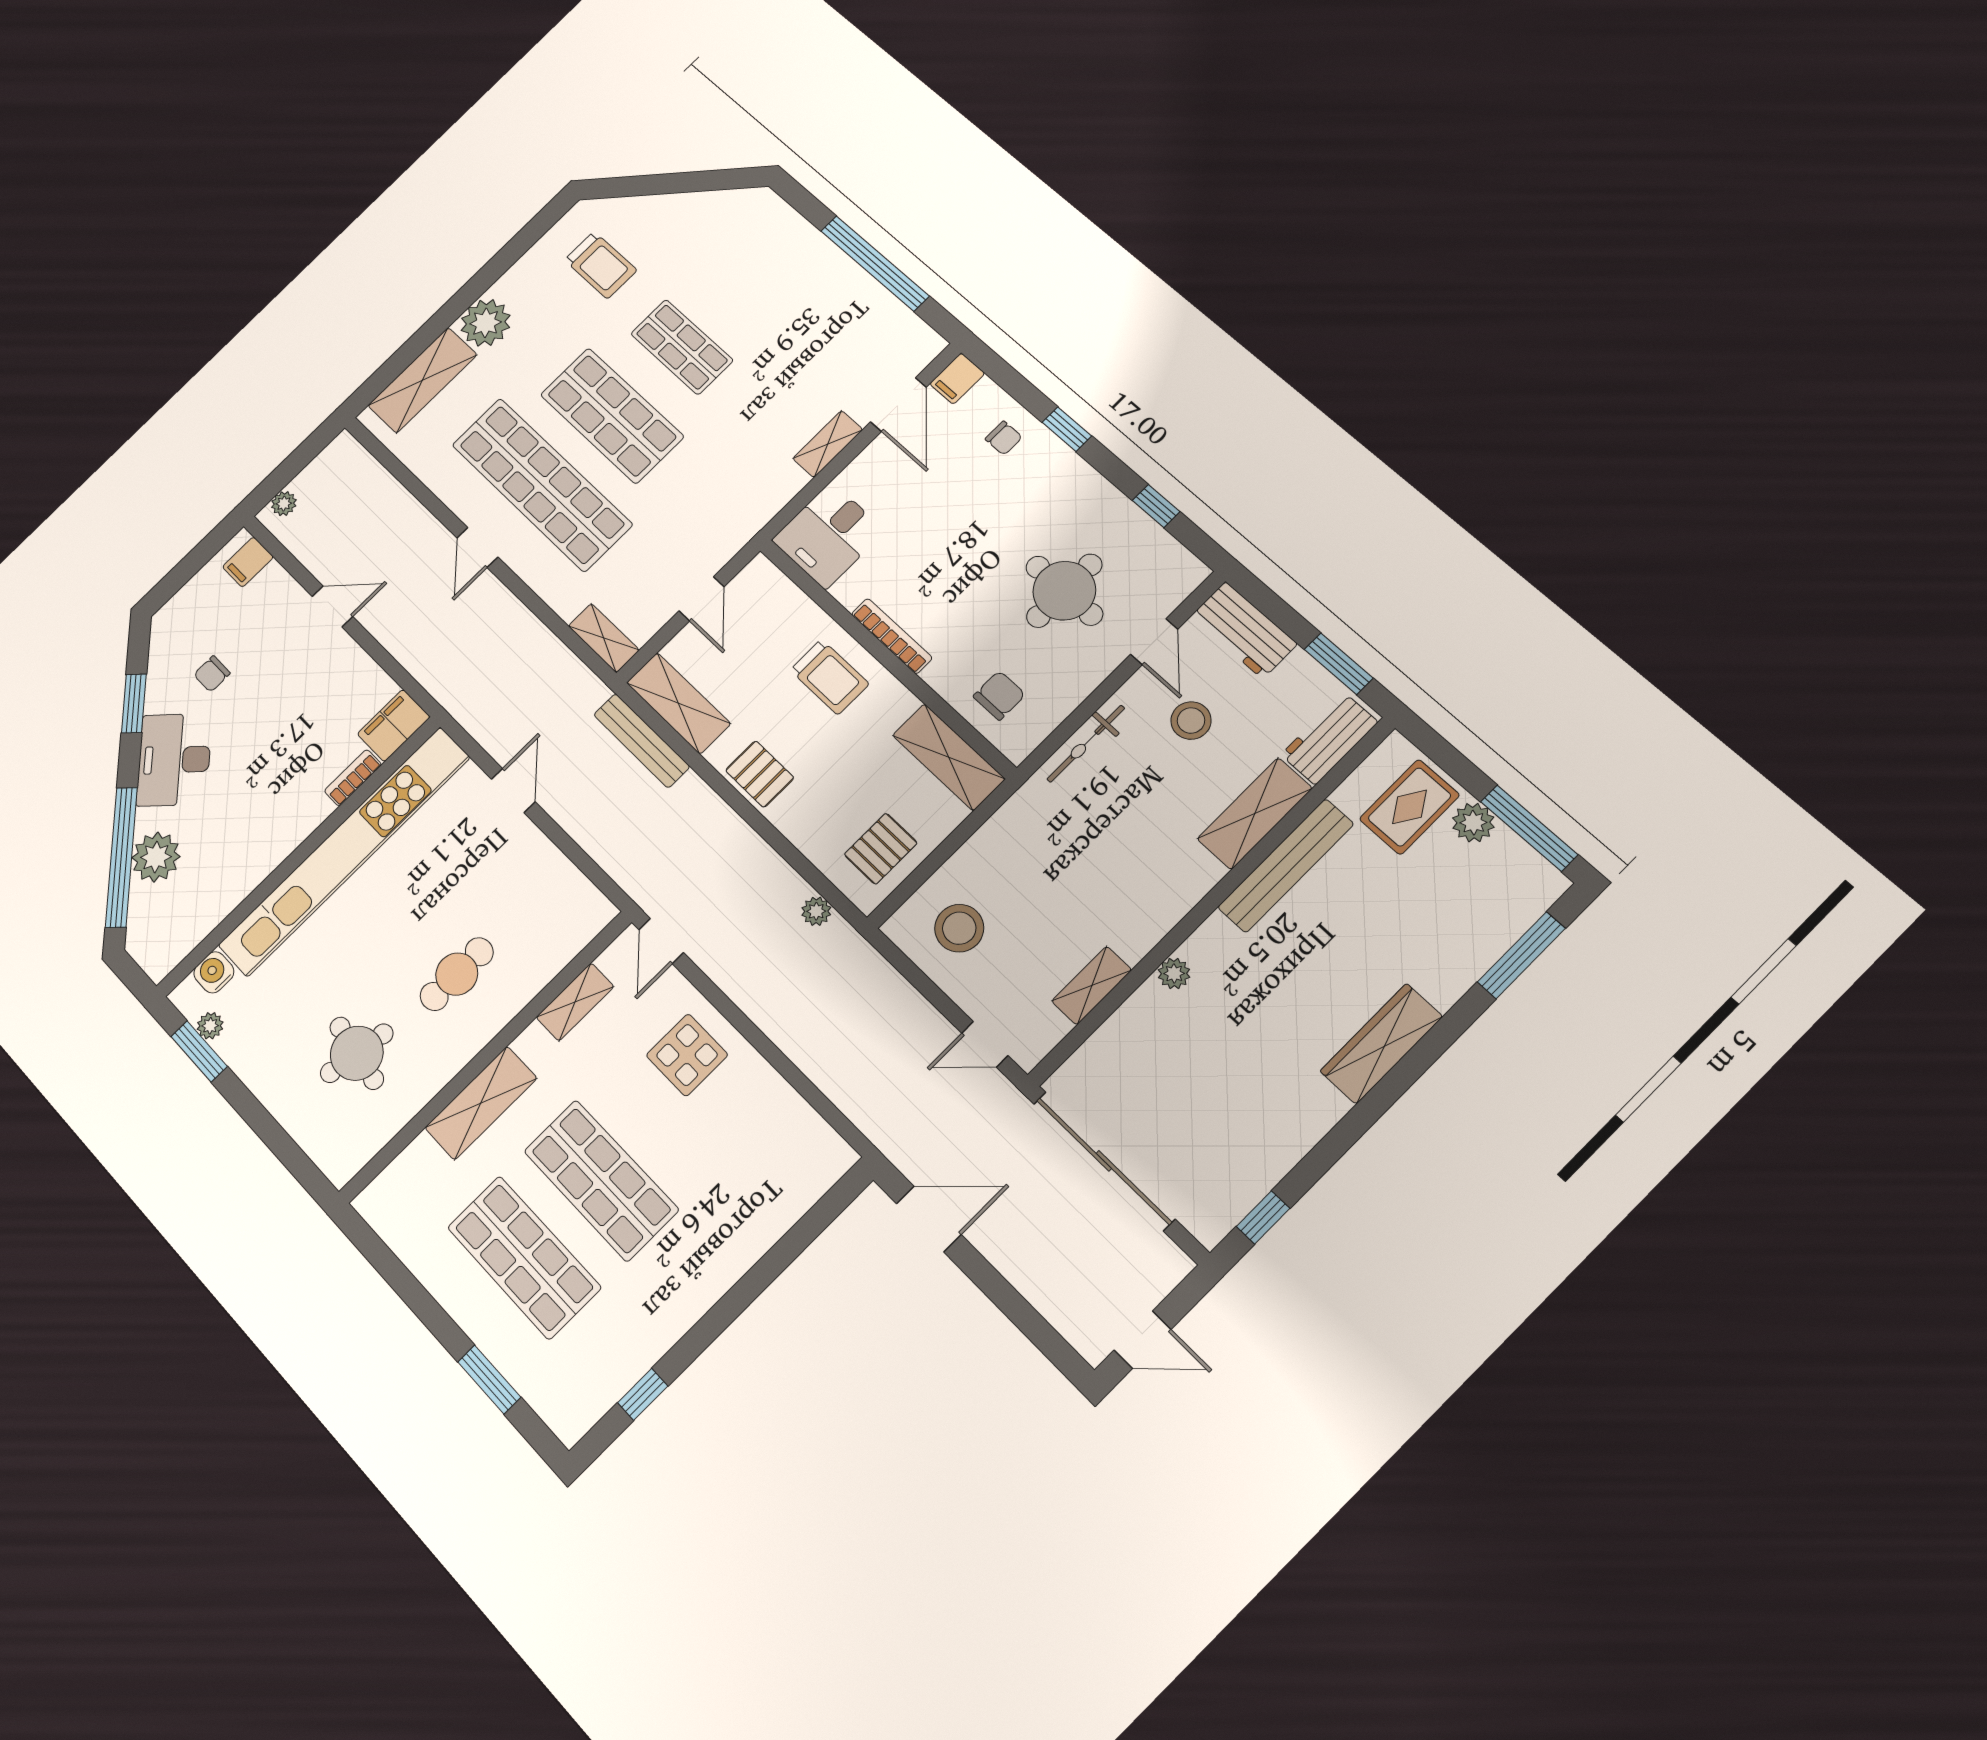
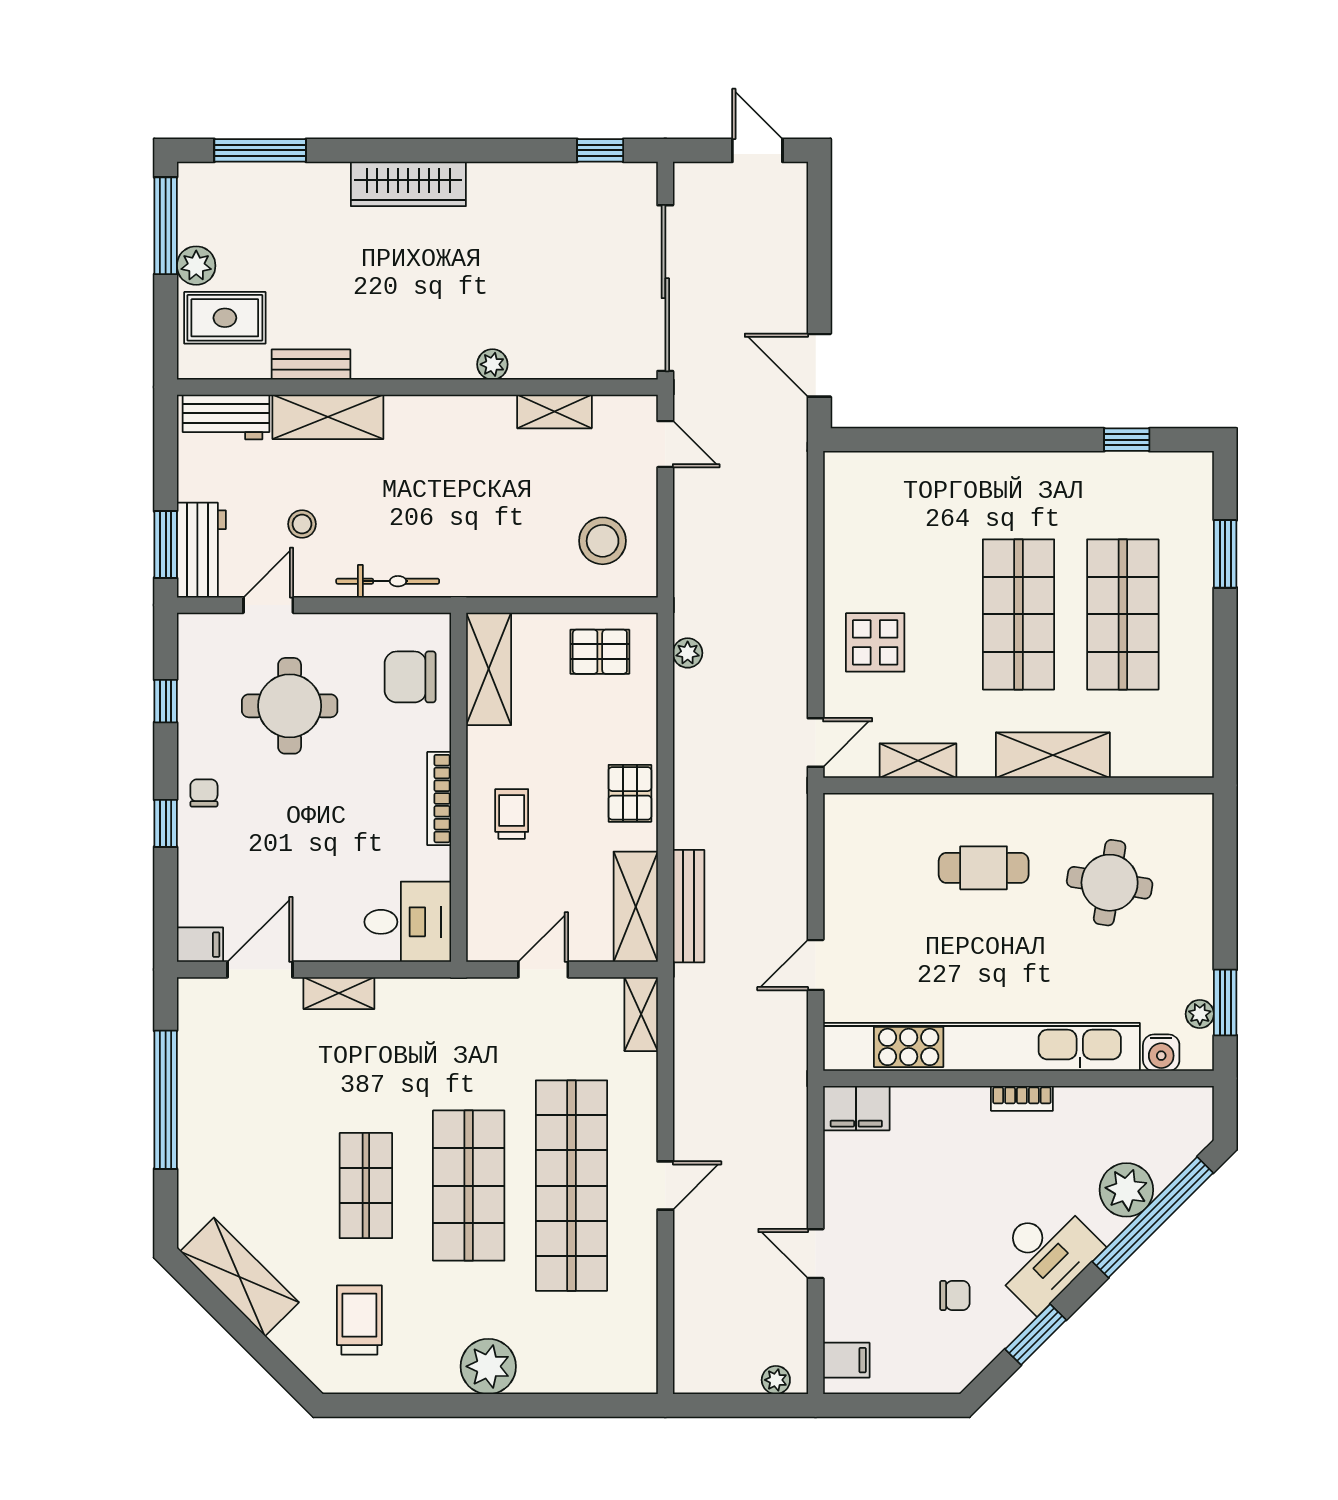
shelving: (422, 380) -> (239, 1277), moved, turned 45
chair: (1004, 438) -> (204, 793), moved
window: (1339, 664) -> (166, 545), moved
trolley: (830, 677) -> (512, 814), width x0.73, depth x0.72
chair: (999, 695) -> (410, 677), width x1.37, depth x1.37
stool: (1191, 721) -> (302, 524), width x0.73, depth x0.73
bookcase: (353, 778) -> (1022, 1098), moved
bench: (1286, 866) -> (311, 365), width x0.54, depth x0.82

